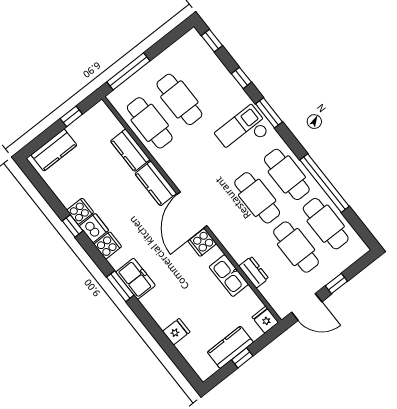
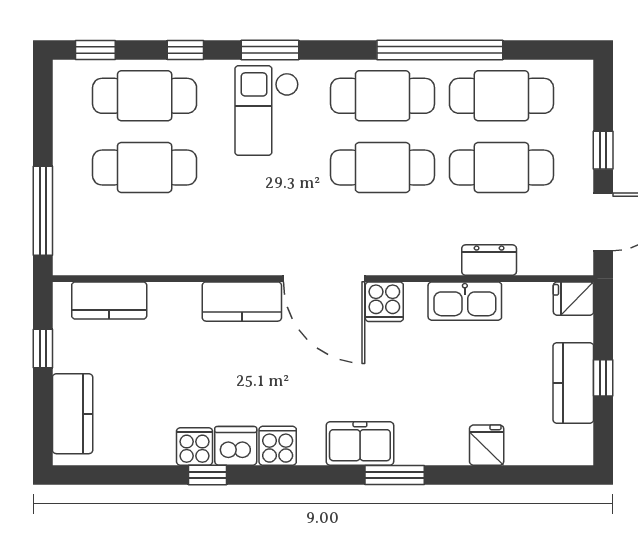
cafe table: (150, 123) -> (145, 96), moved
kitchen counter: (130, 150) -> (109, 300), moved
window: (120, 286) -> (395, 475), moved

